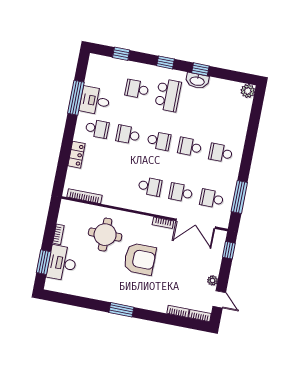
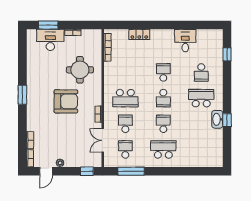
window: (166, 62) -> (227, 91), removed
school desk: (137, 89) -> (201, 72), turned 180
plant: (248, 91) -> (217, 161), removed
school desk: (168, 95) -> (201, 98), turned 180
window: (76, 98) -> (185, 25), removed
school desk: (97, 129) -> (163, 47), removed
school desk: (221, 153) -> (163, 149), width x1.85
school desk: (150, 187) -> (125, 98), width x1.85
double door: (196, 224) -> (103, 140), width x0.73
armchair: (140, 259) -> (66, 101), turned -90

